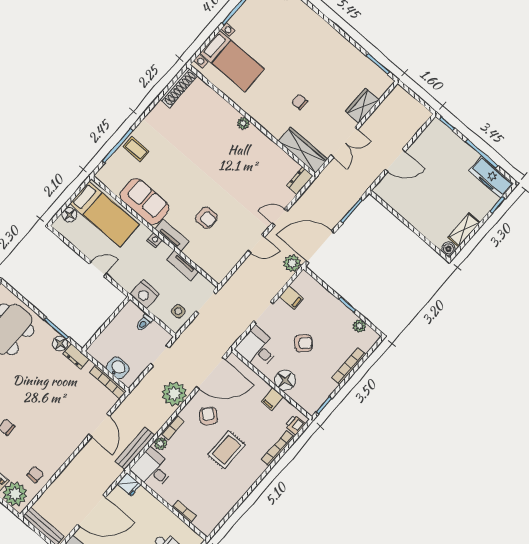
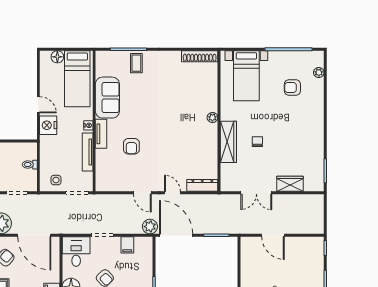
armchair: (278, 29) -> (292, 88), added
wardrobe: (303, 150) -> (228, 142), moved
dresser: (300, 181) -> (202, 185), width x1.44
tv unit: (183, 266) -> (88, 152), width x1.41
nightstand: (145, 294) -> (48, 125), moved

